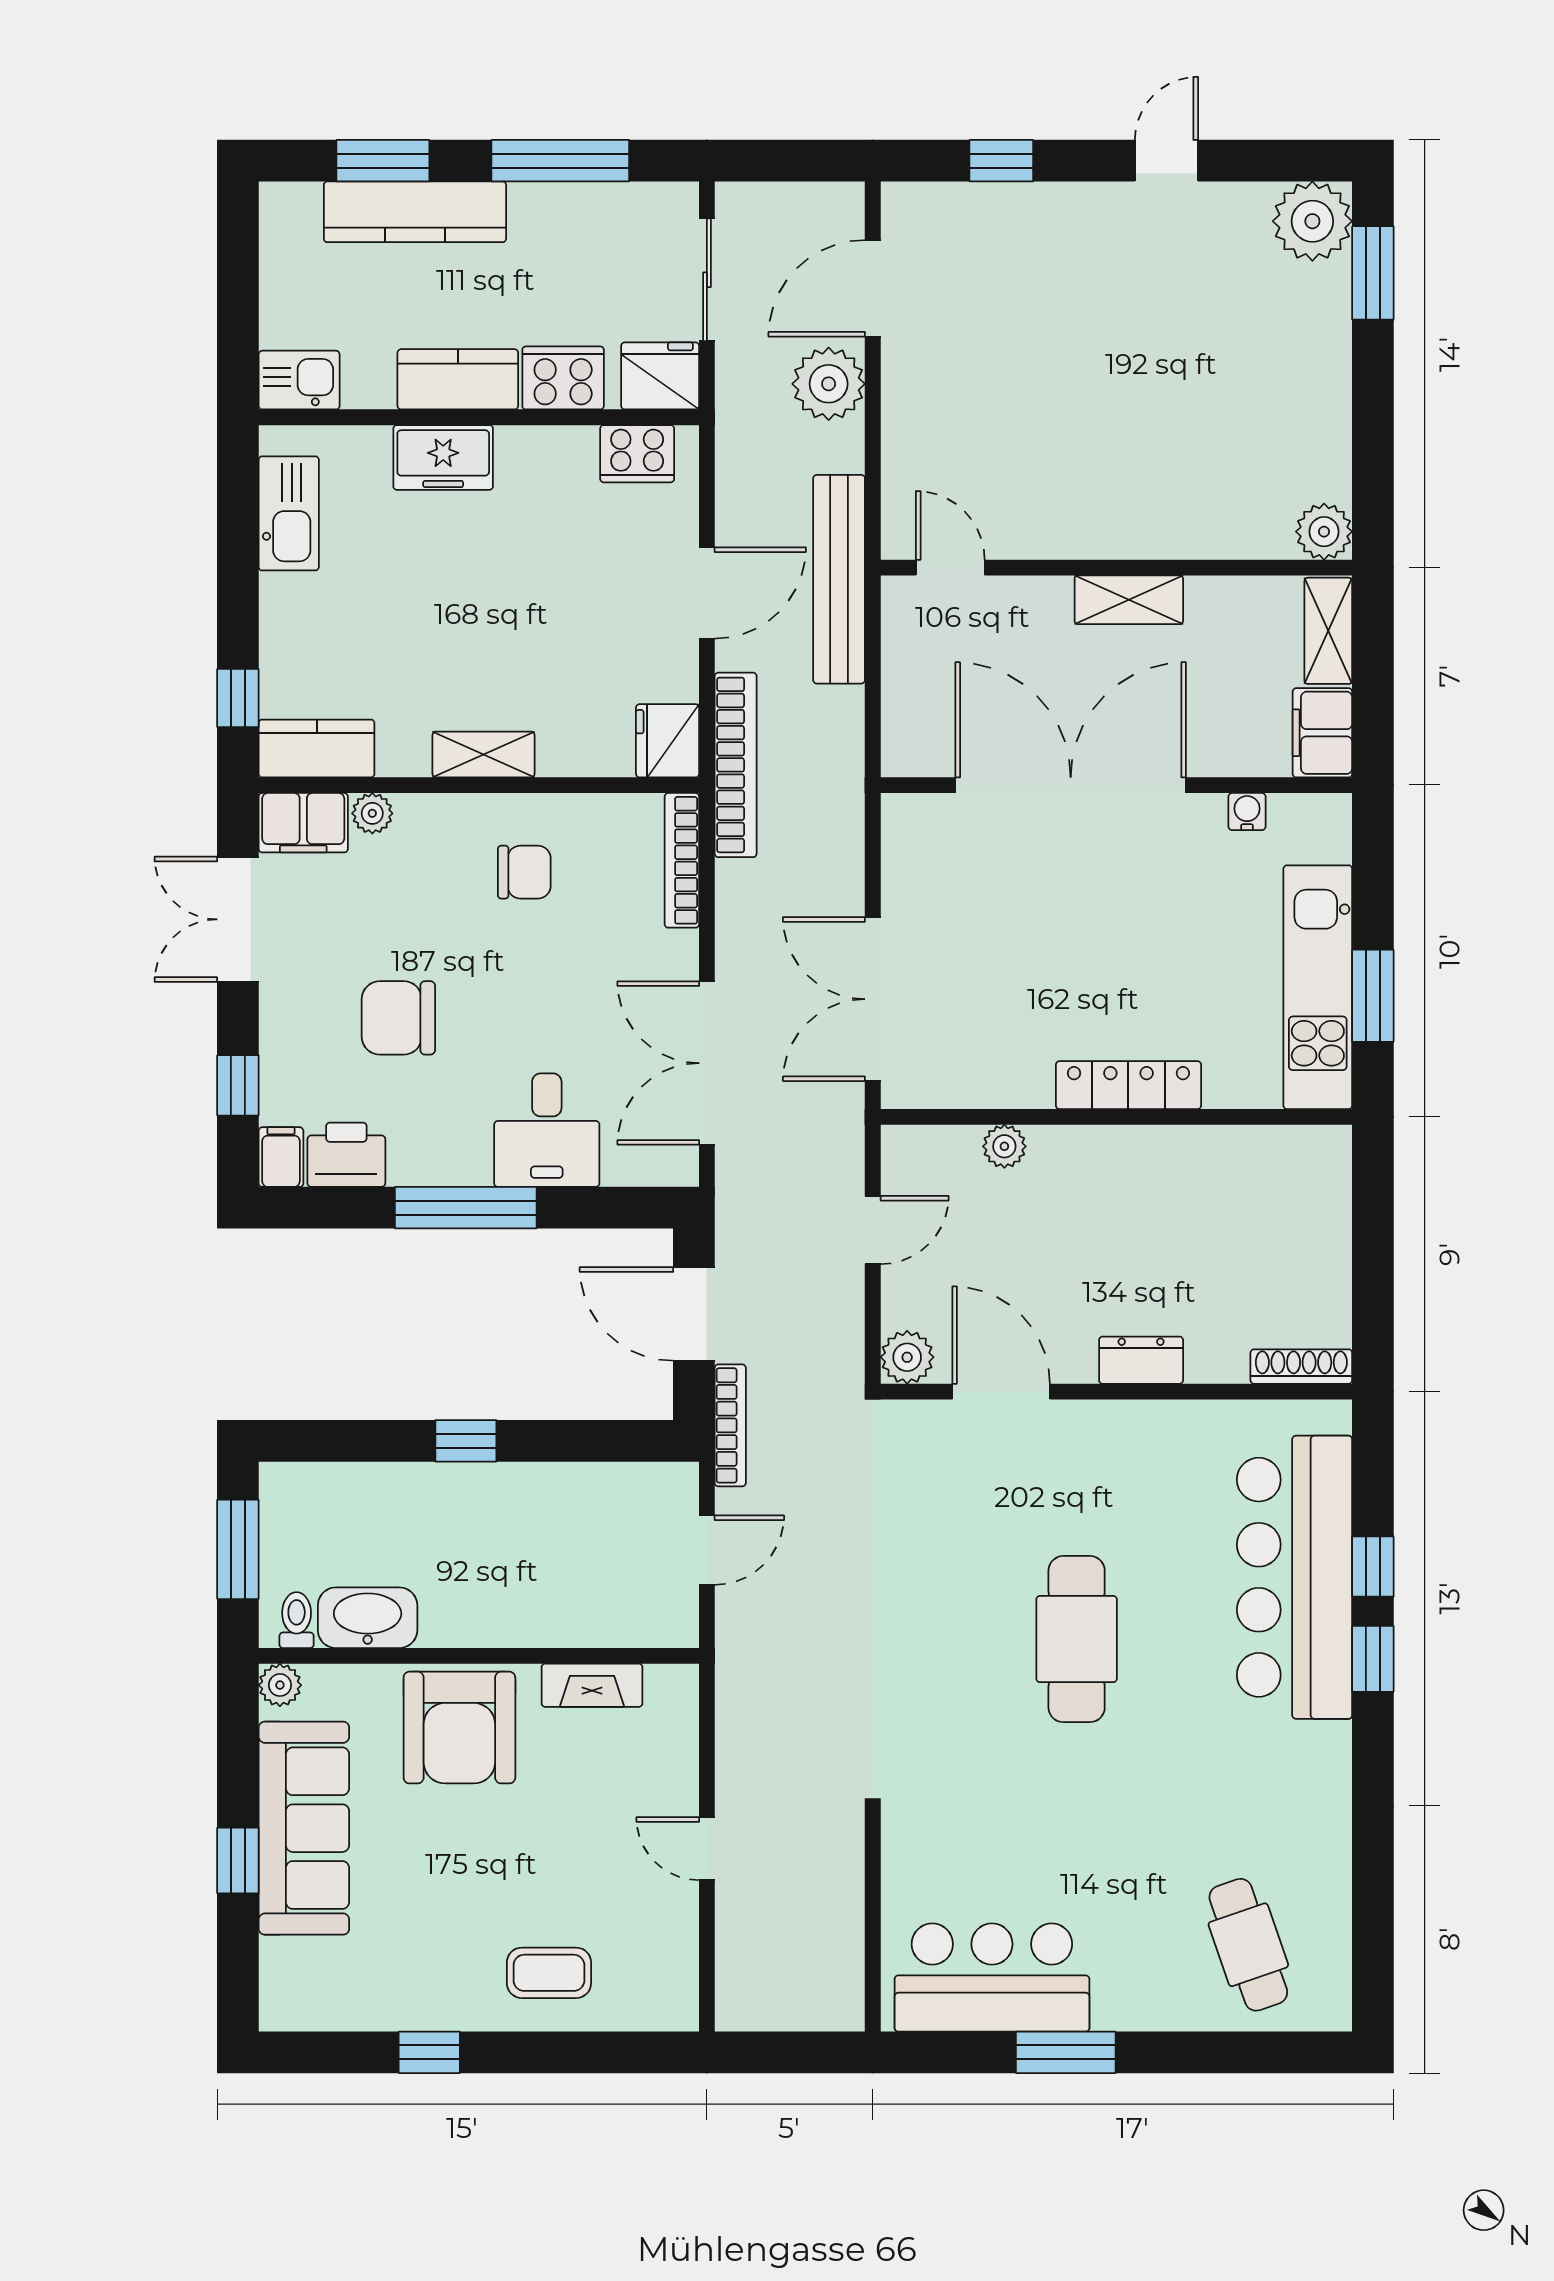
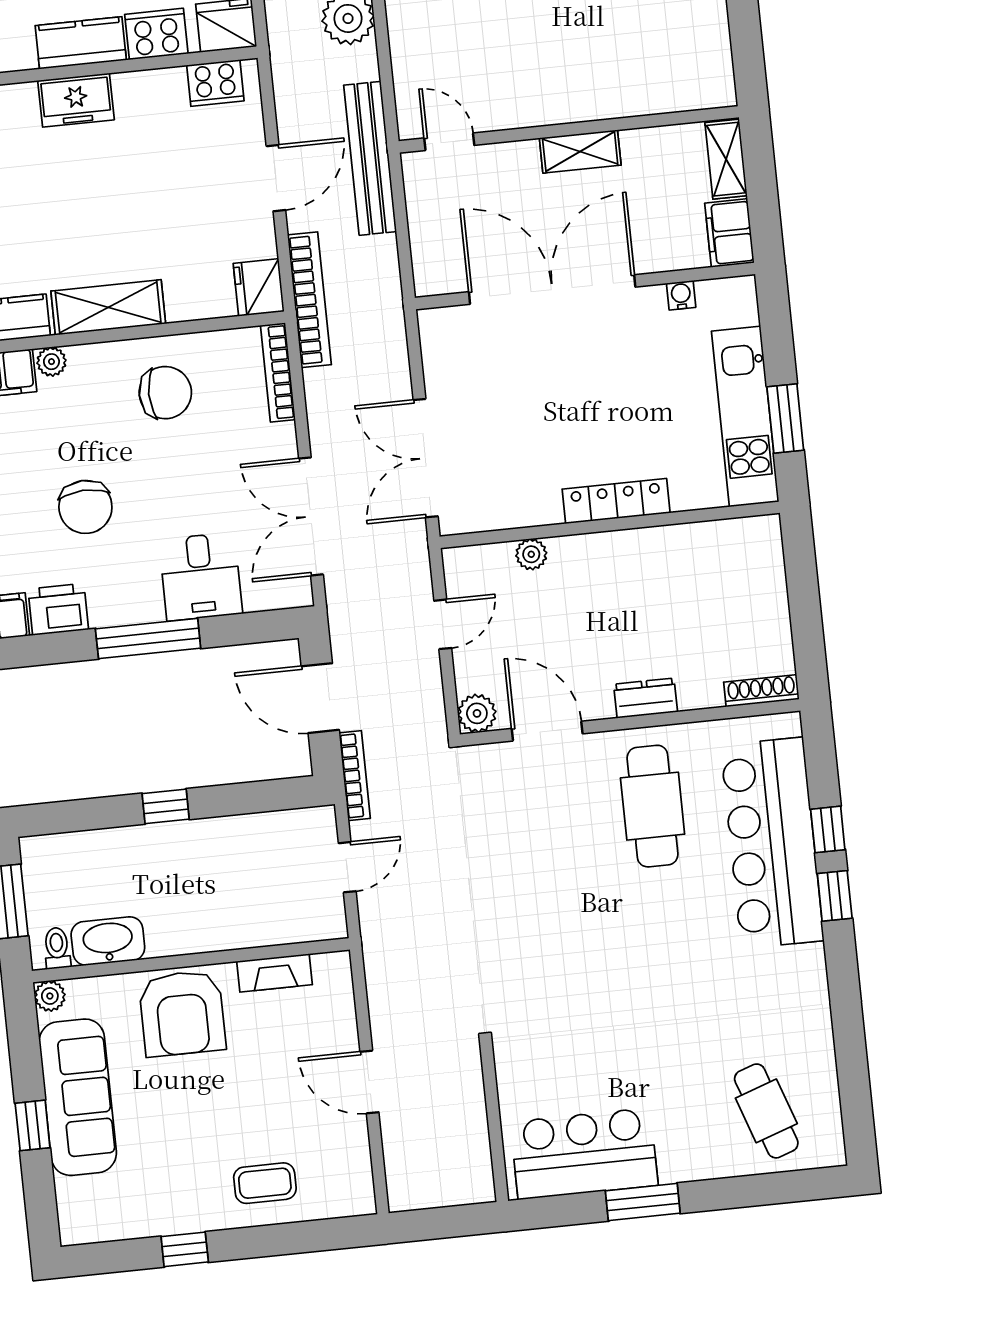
plant: (1324, 532) -> (716, 88), removed
shelving: (484, 754) -> (108, 307), width x1.50, depth x1.33
chair: (524, 872) -> (165, 393), width x1.37, depth x1.37
chair: (398, 1018) -> (85, 507), turned -92
cafe table: (1077, 1639) -> (653, 806), moved
door: (707, 1849) -> (369, 1082), width x1.38

